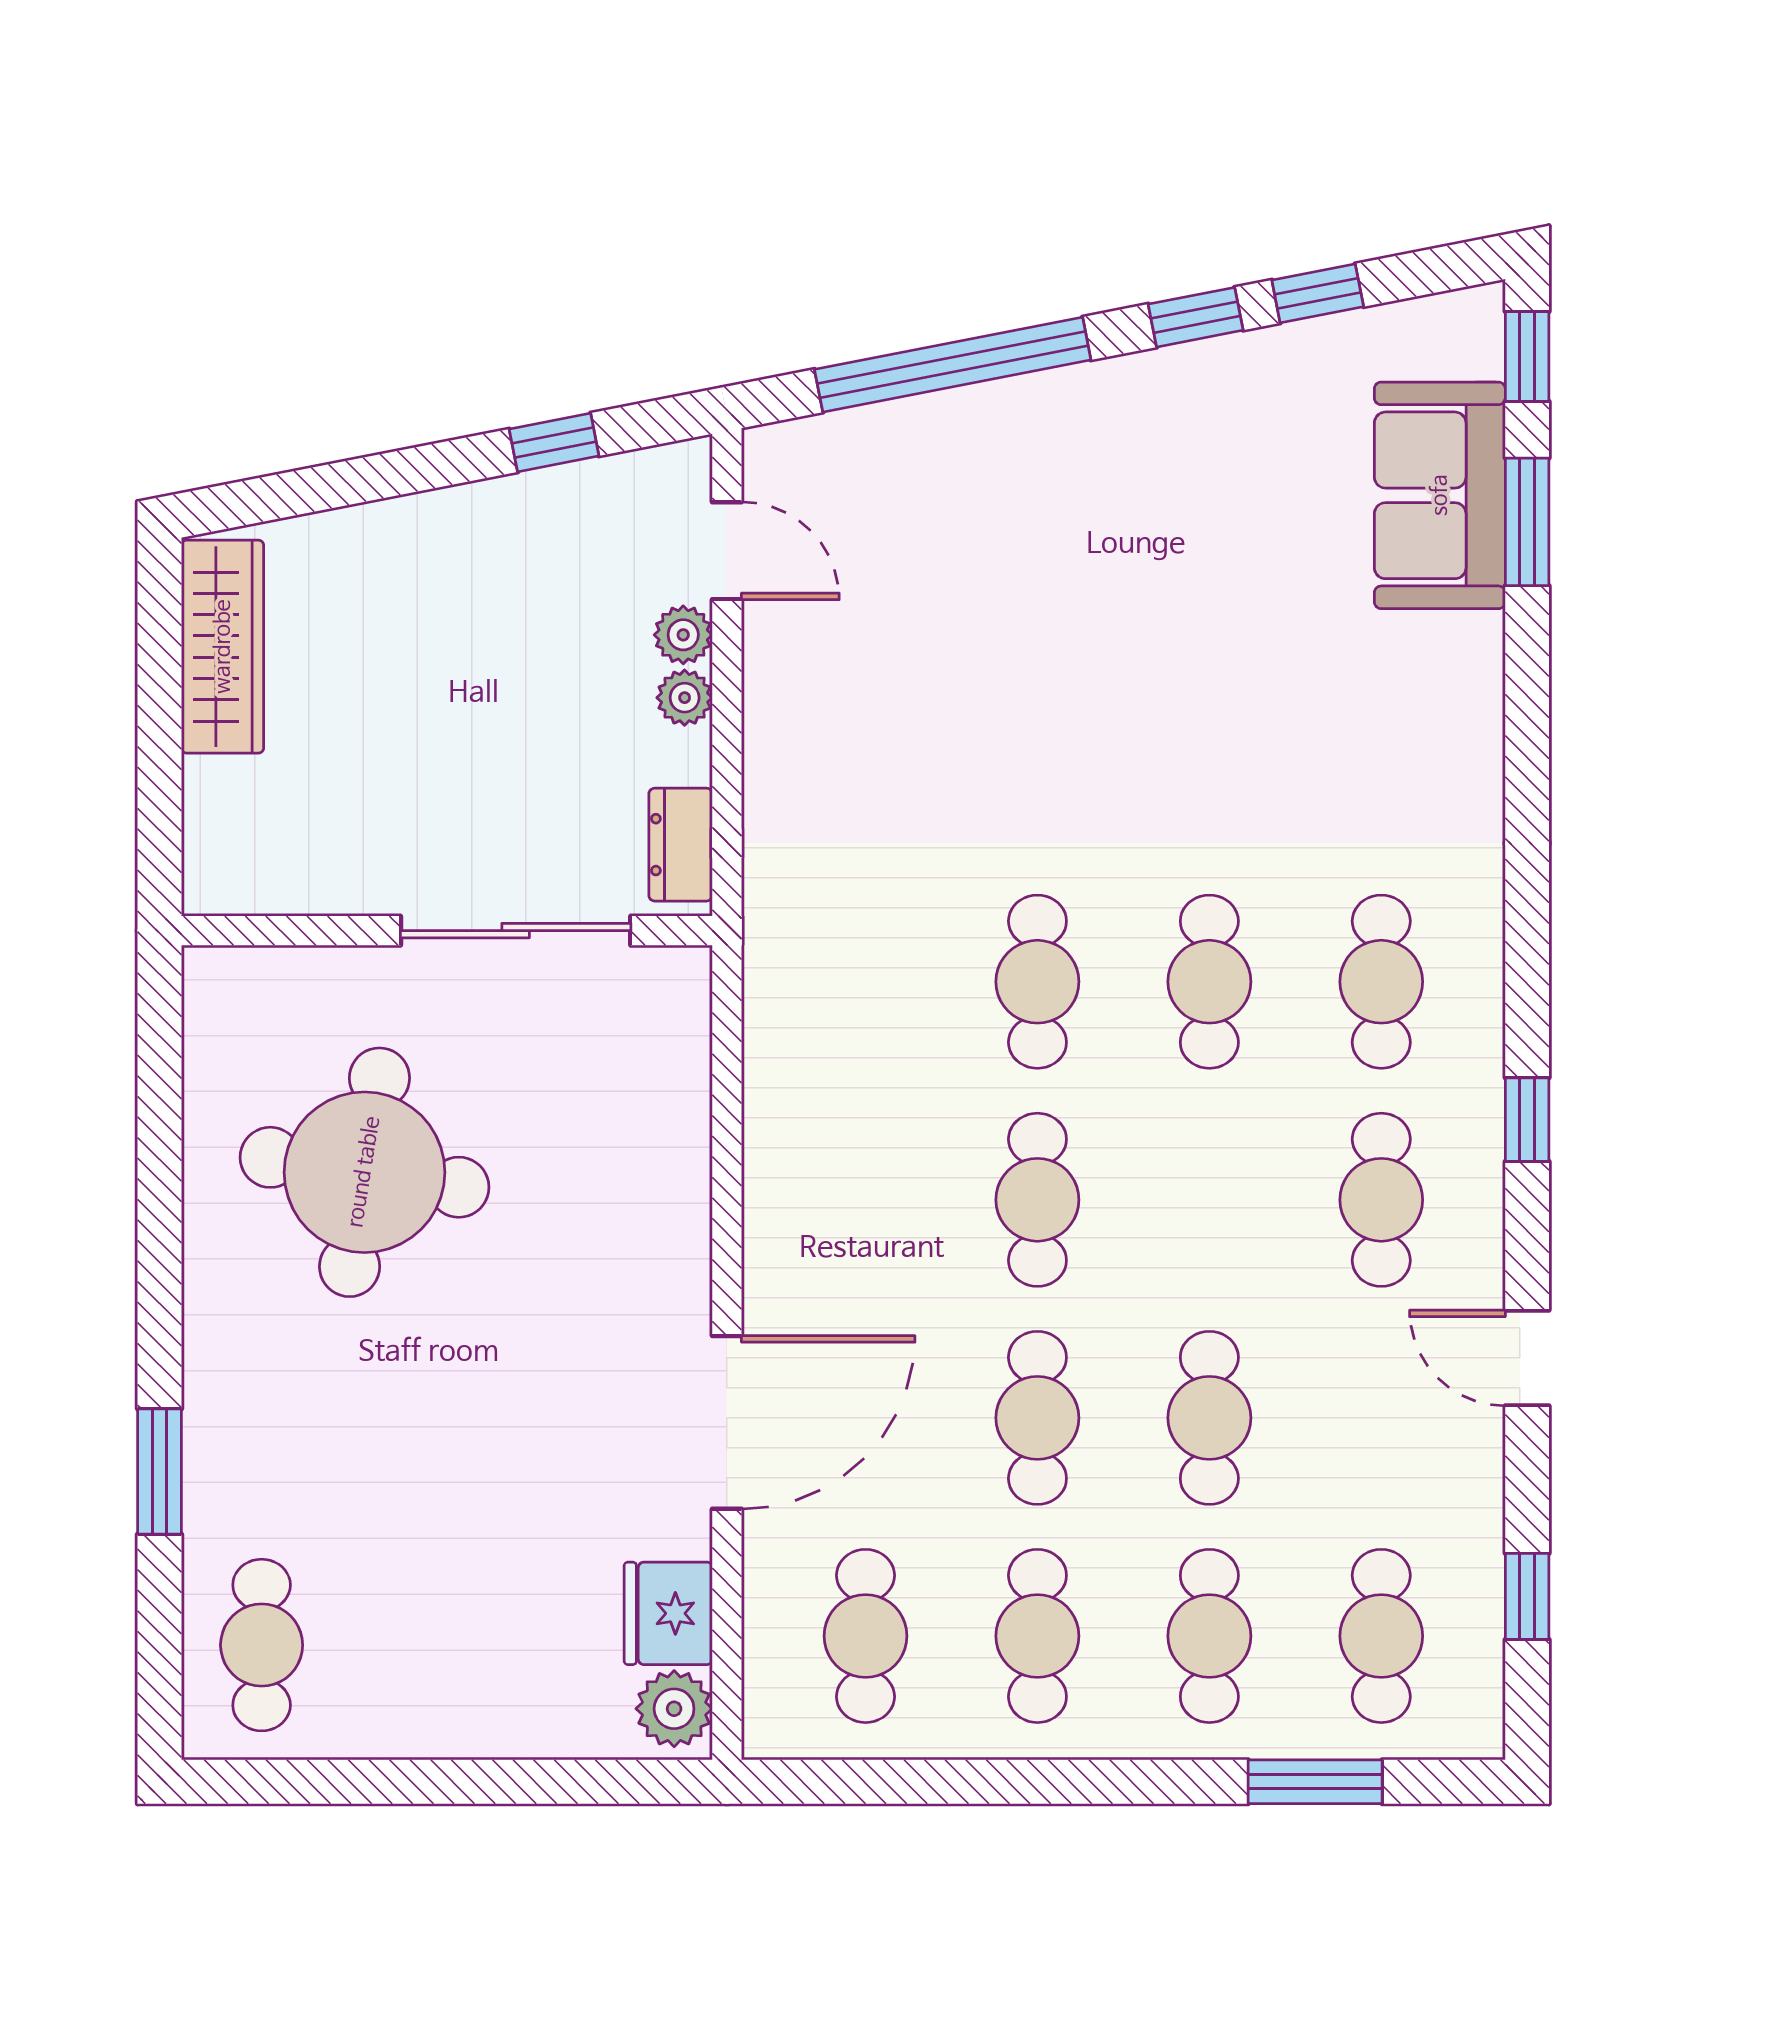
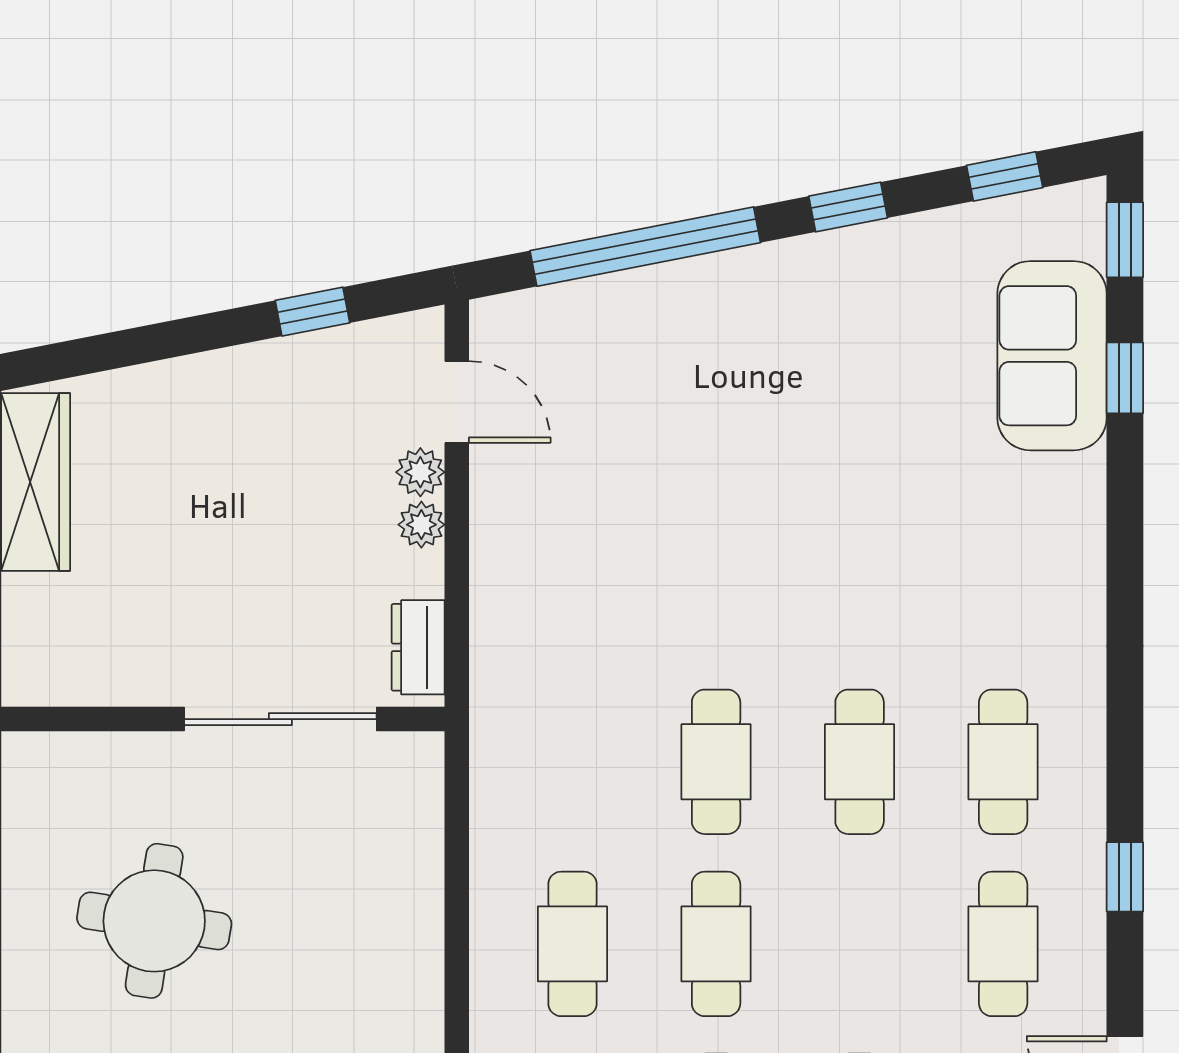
window: (1318, 293) -> (1005, 176), moved
window: (1527, 522) -> (1125, 378), width x0.67
round table: (364, 1172) -> (154, 921), width x0.73, depth x0.73
cafe table: (866, 1200) -> (572, 944), added

